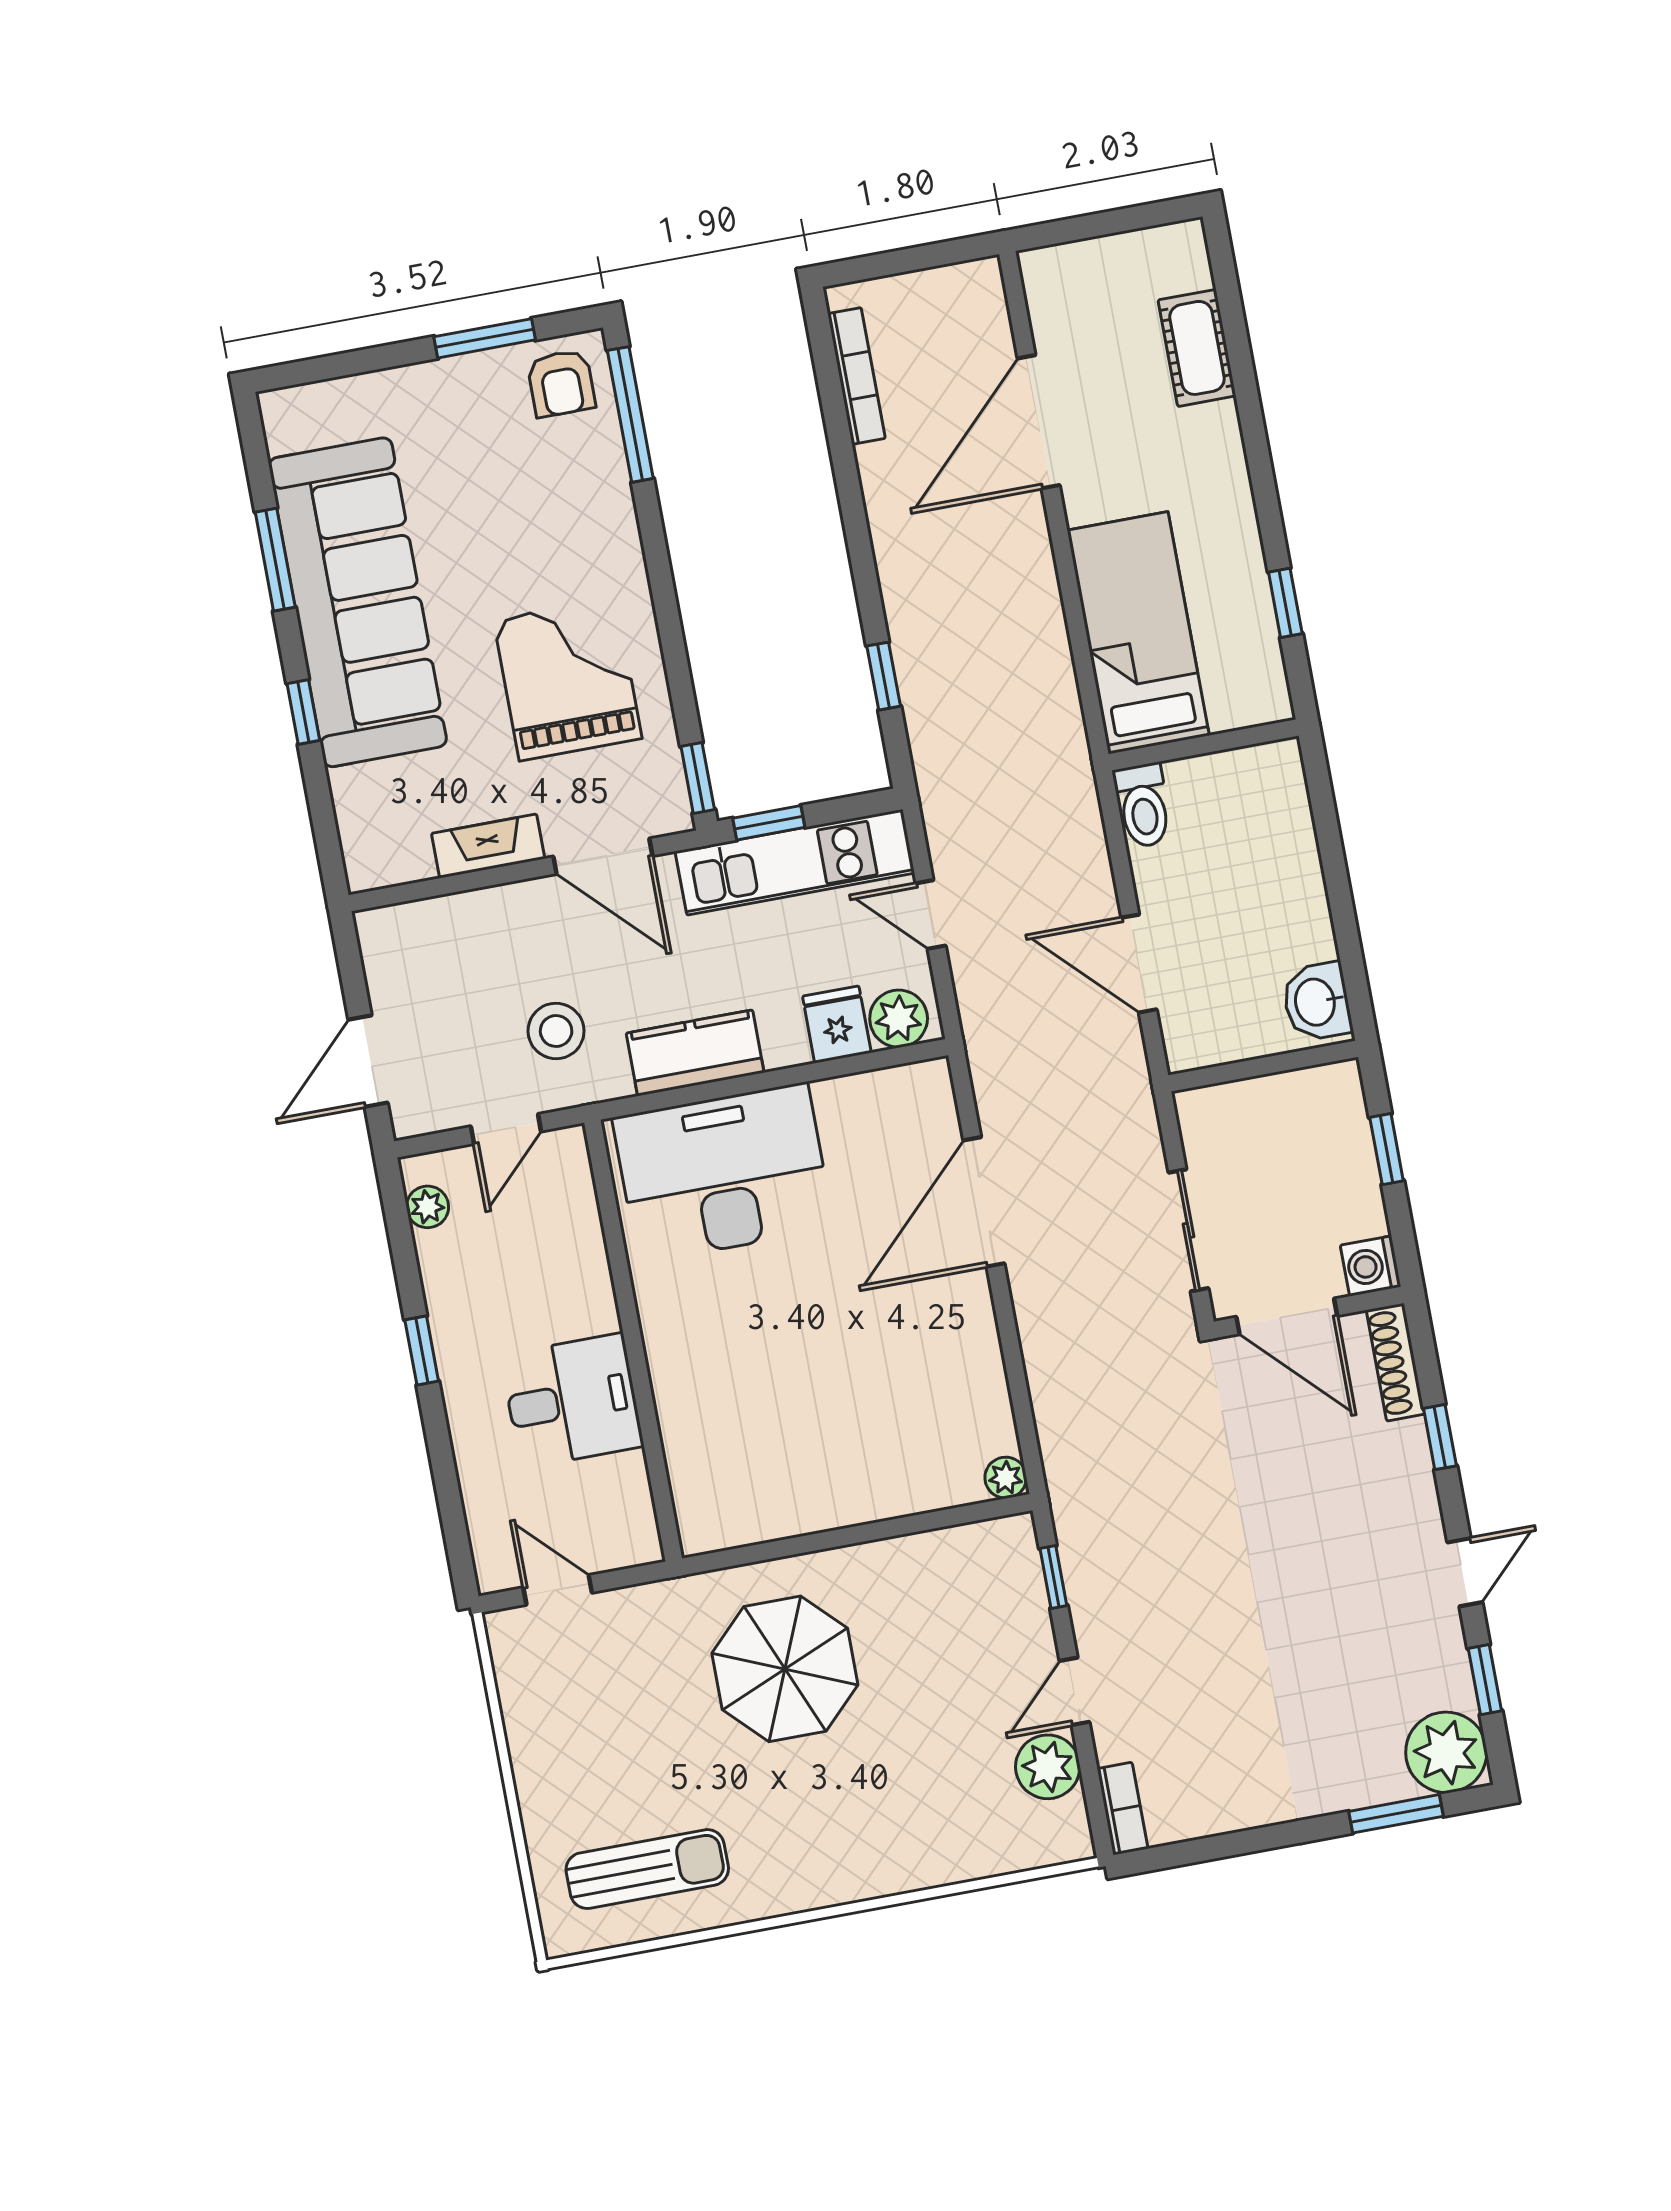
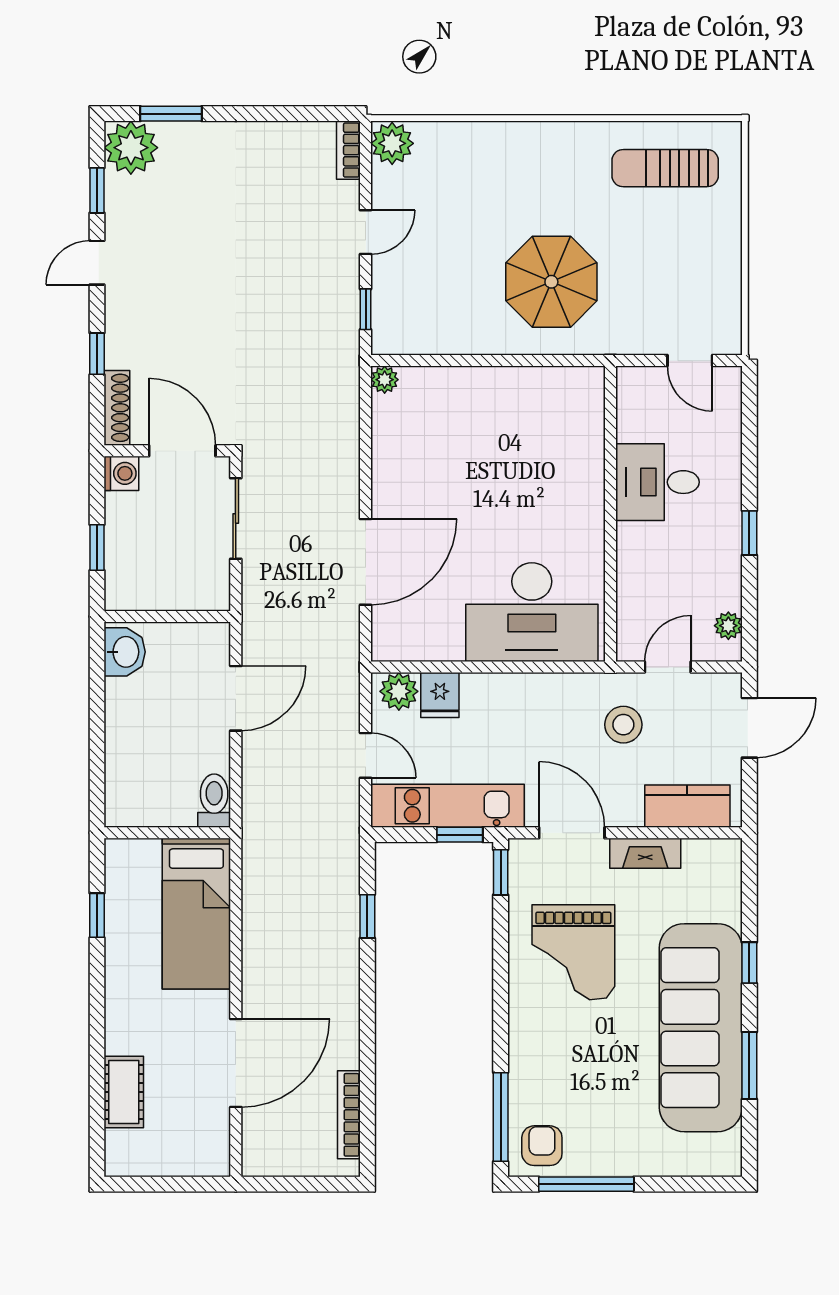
window: (485, 338) -> (586, 1184), width x1.44
door: (1139, 964) -> (236, 698), hinge flipped
kitchen counter: (695, 1053) -> (687, 806), moved, turned 180
plant: (1048, 1767) -> (392, 143), moved

